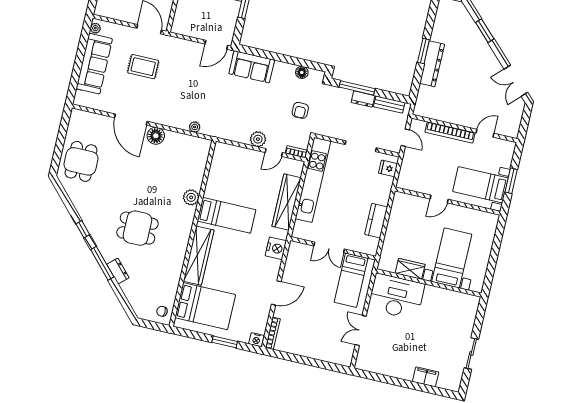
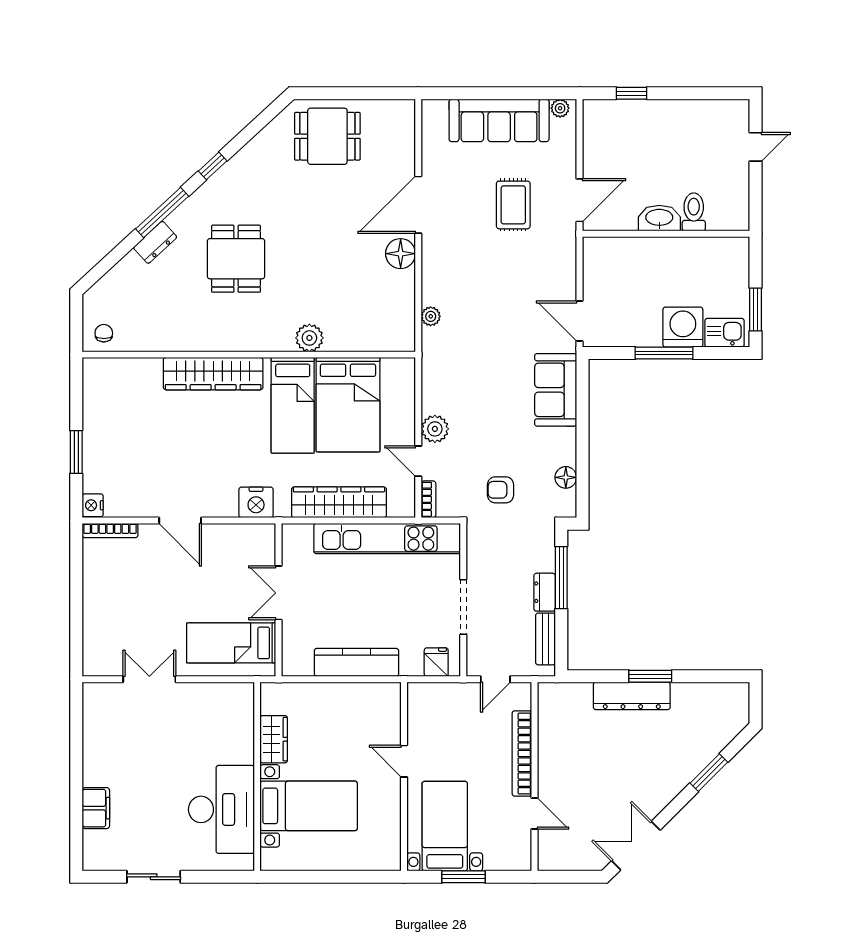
kitchen counter: (376, 221) -> (357, 662), width x1.50
desk: (396, 296) -> (221, 809), moved
bed: (205, 306) -> (348, 405), moved

